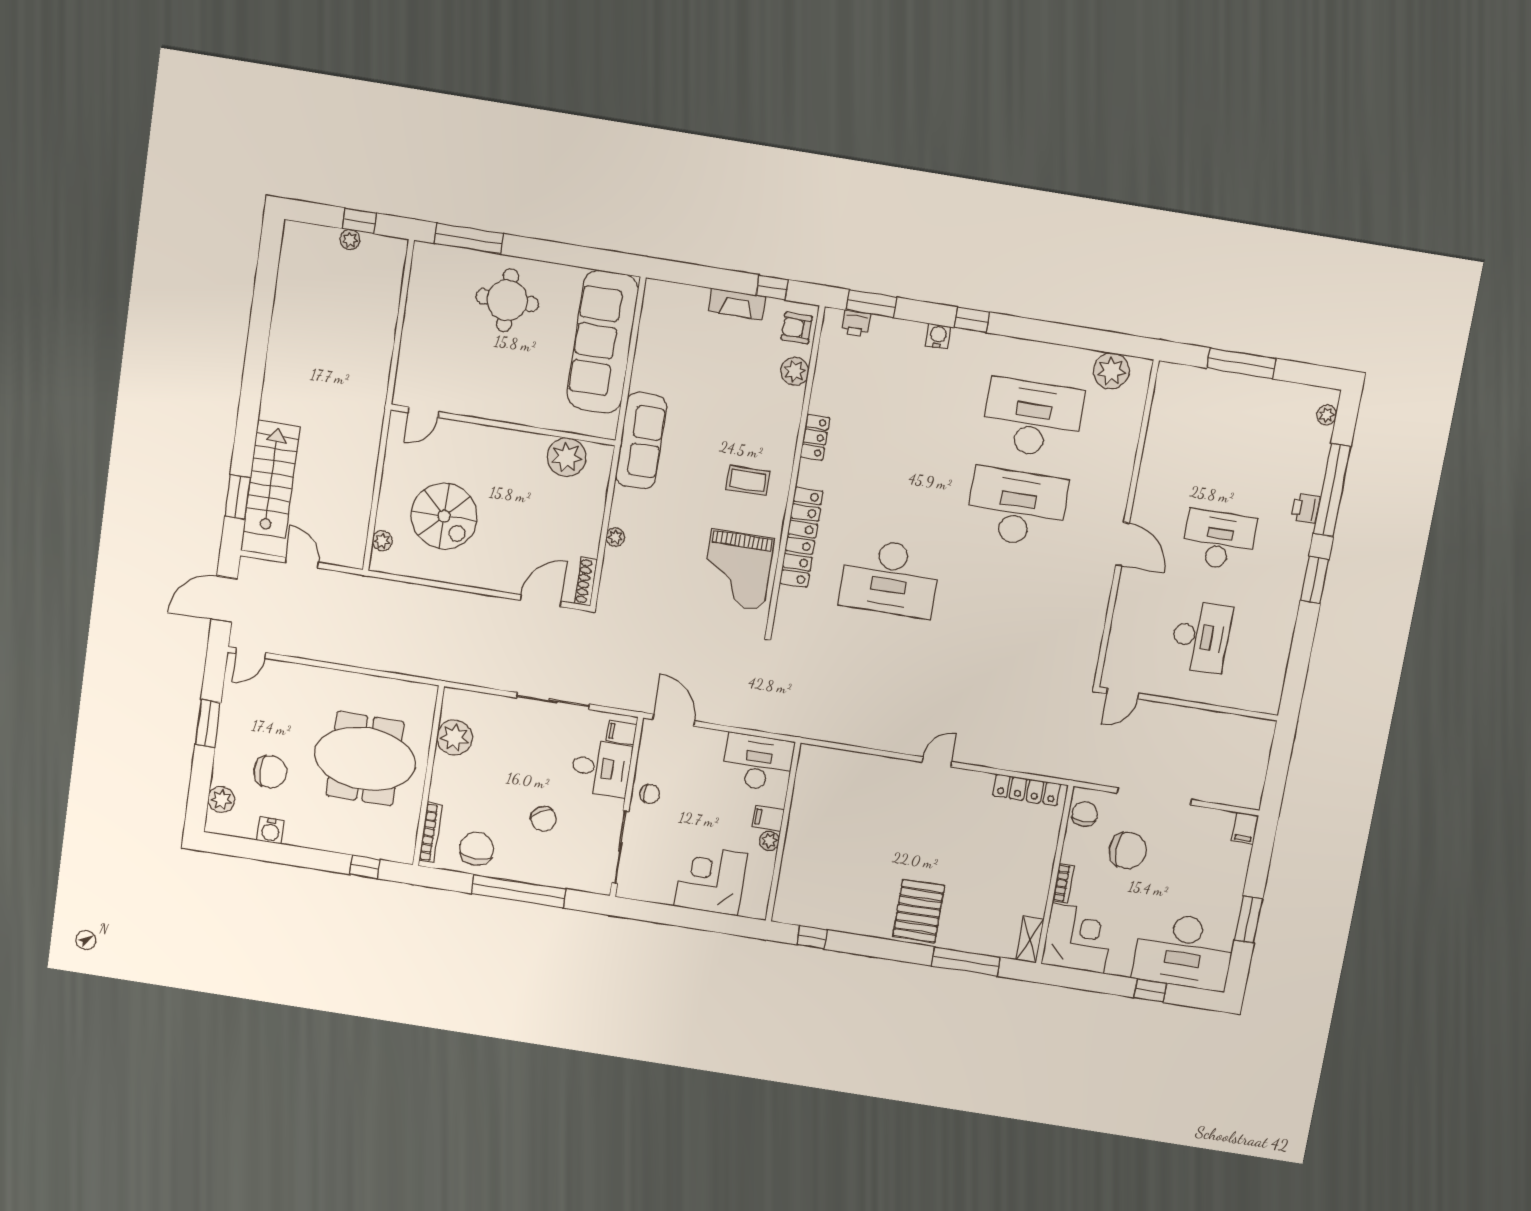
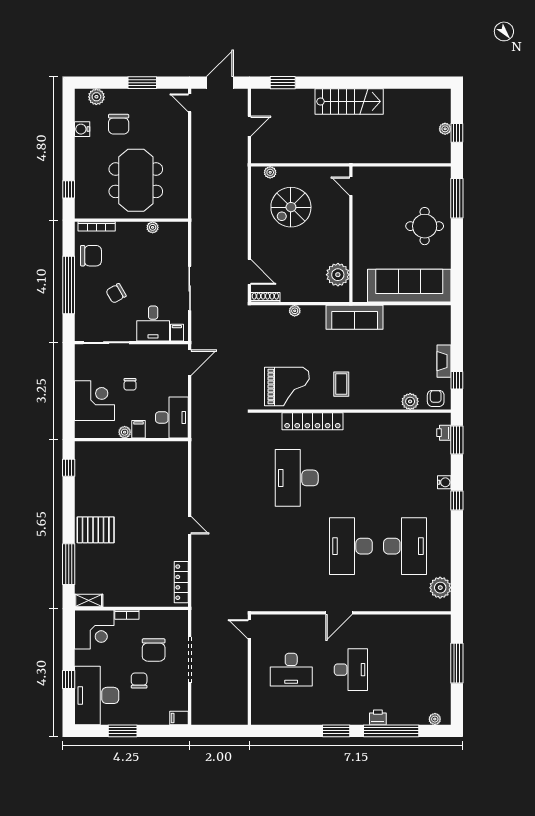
locker: (815, 437) -> (373, 420), removed
stairs: (272, 479) -> (349, 101), moved
desk: (1017, 507) -> (351, 546), turned 180
grand piano: (737, 570) -> (287, 386), turned 180
door: (224, 599) -> (220, 83), hinge flipped
plant: (455, 737) -> (153, 227), width x0.53, depth x0.53
chair: (650, 794) -> (130, 384), moved
chair: (1085, 814) -> (139, 681), moved, turned -90

